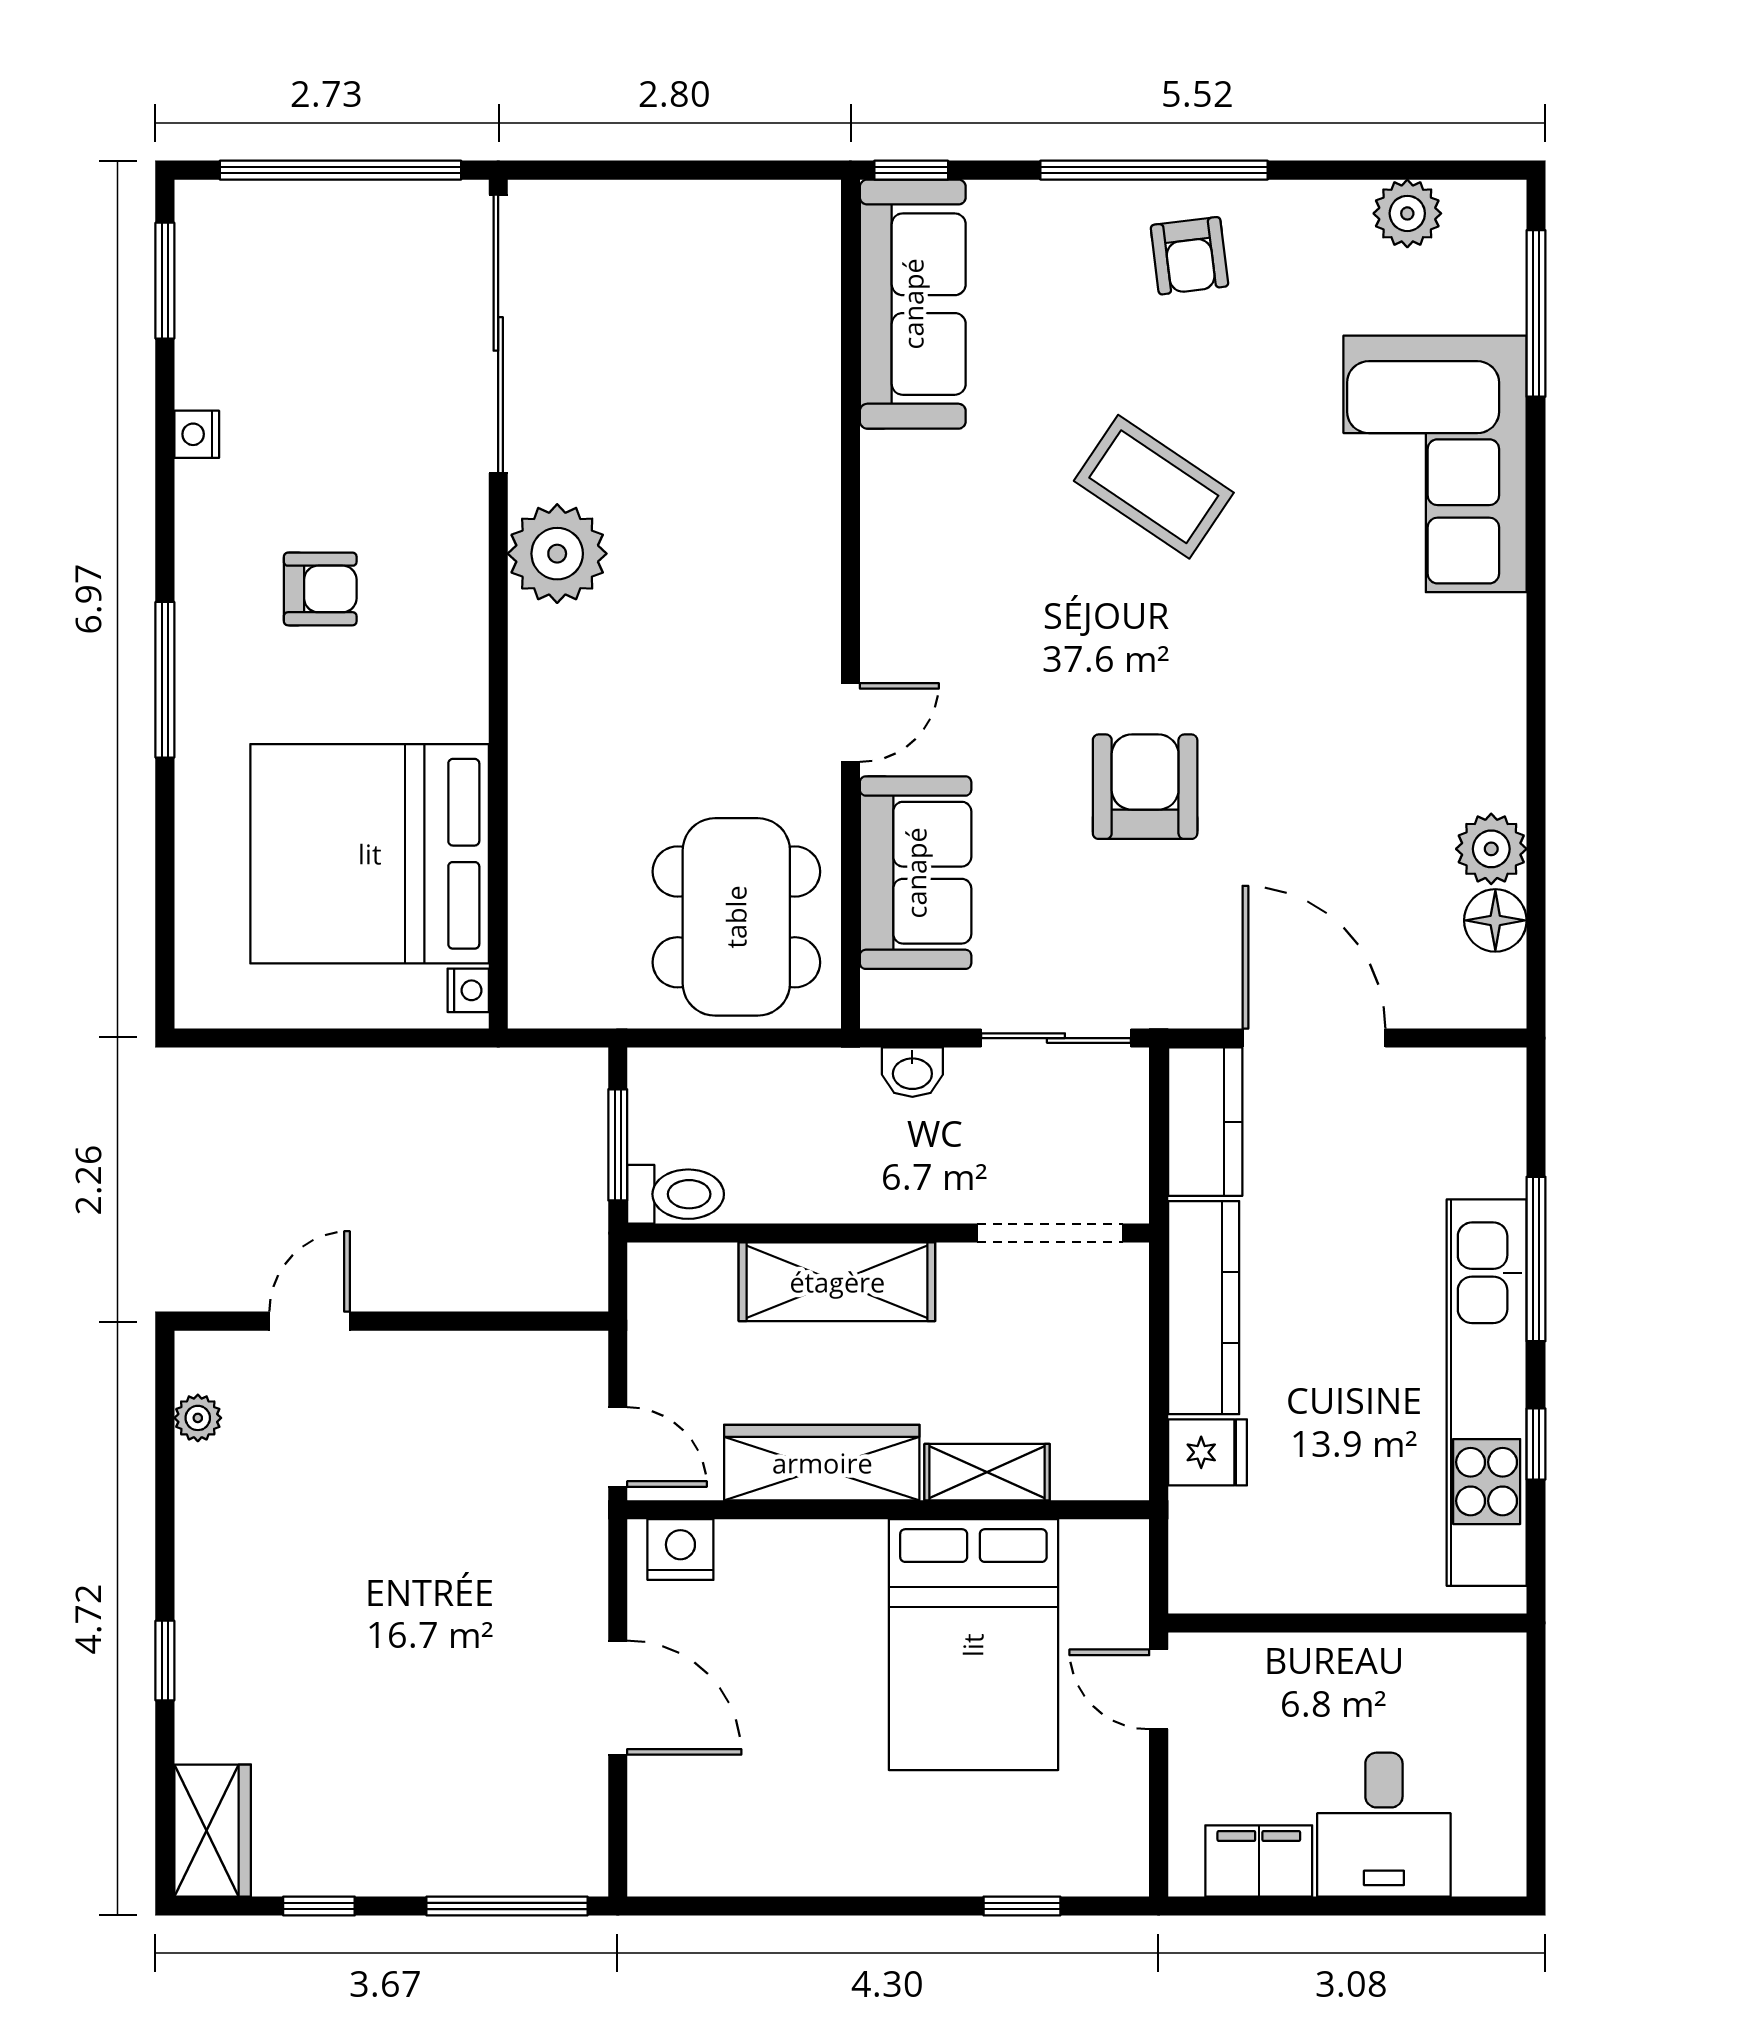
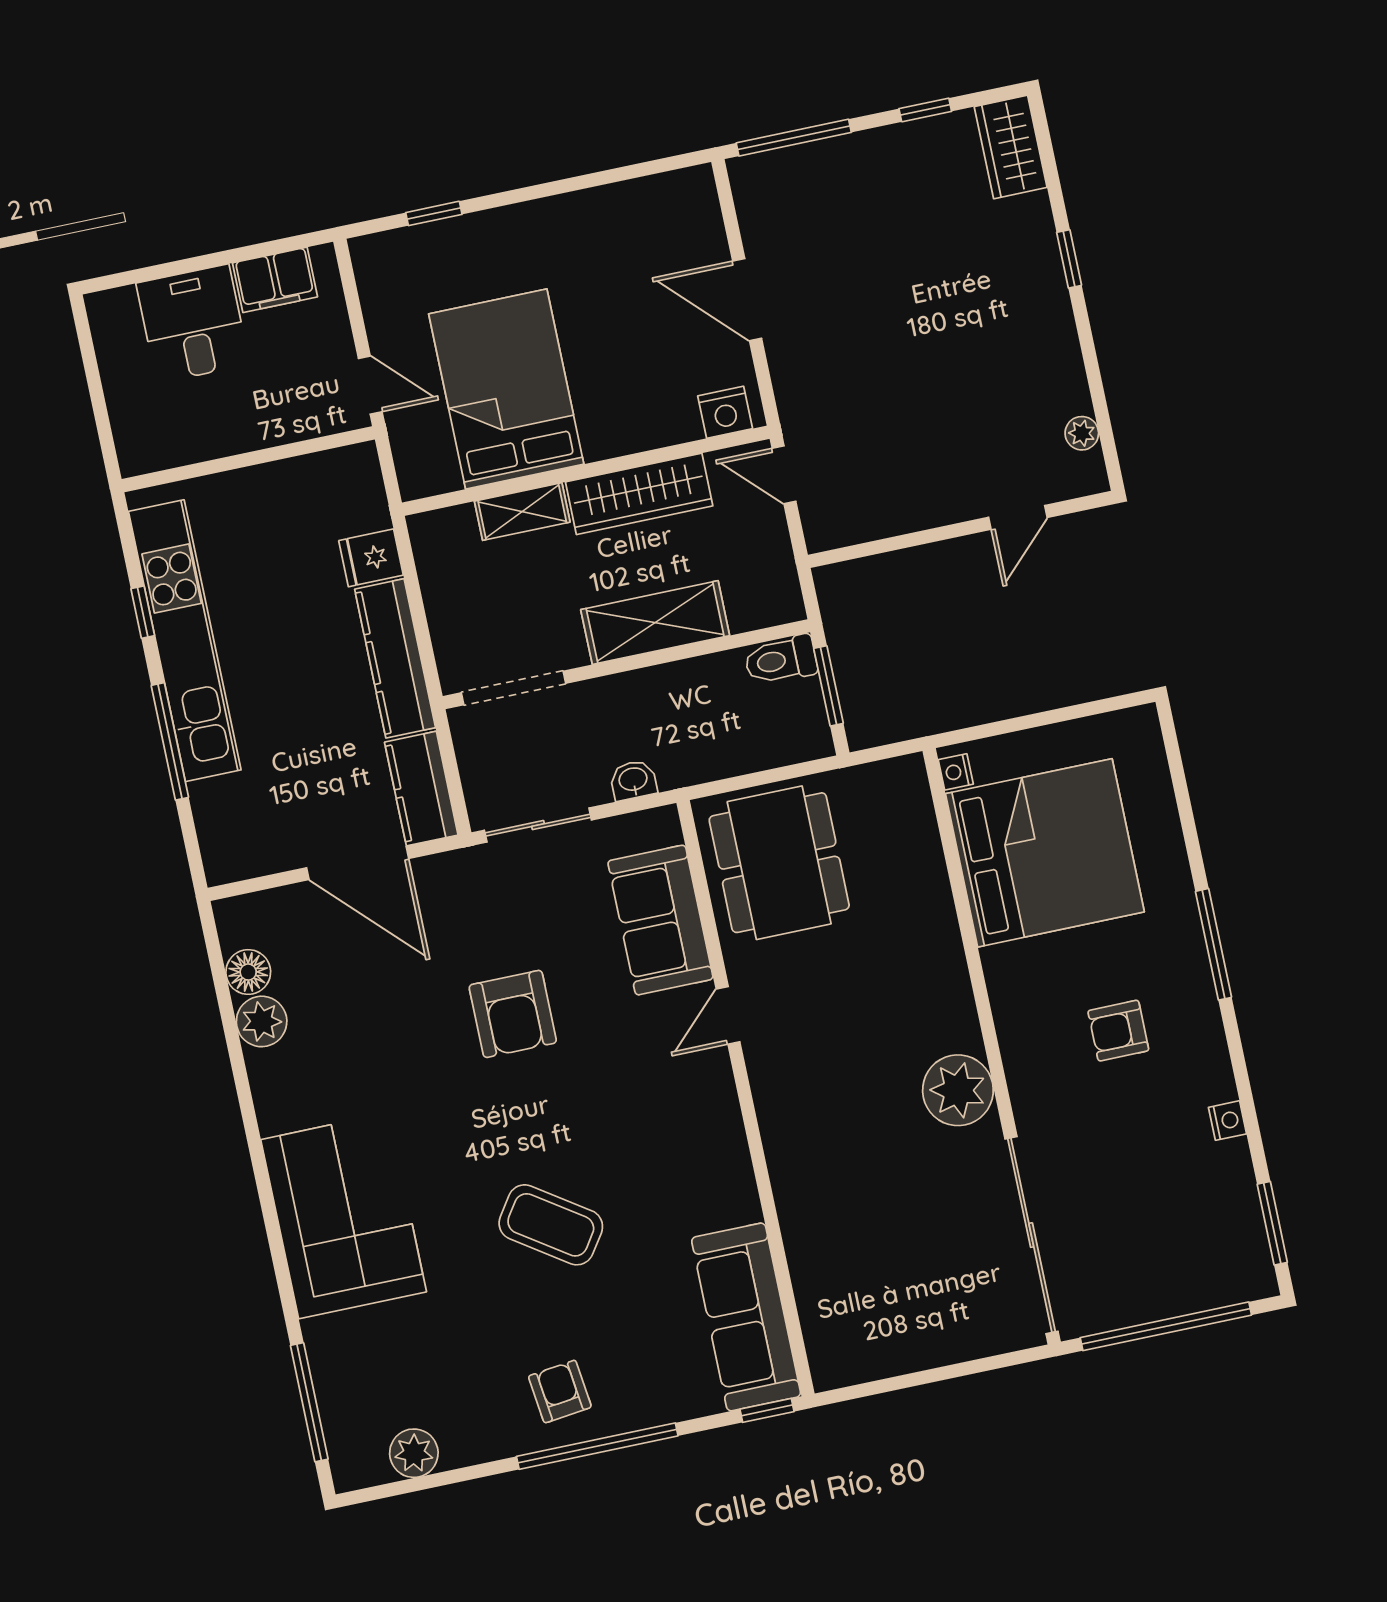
corner sofa: (1435, 464) -> (344, 1216), moved

